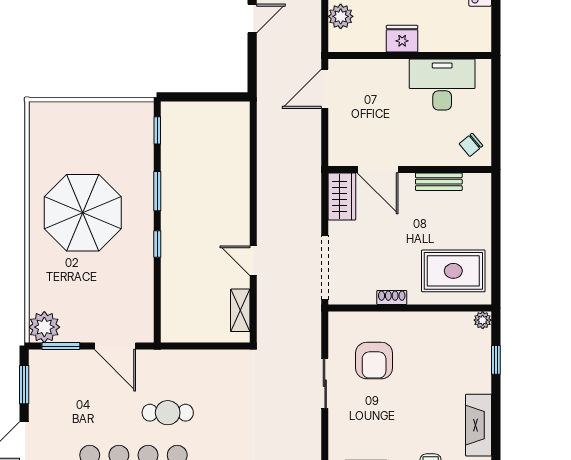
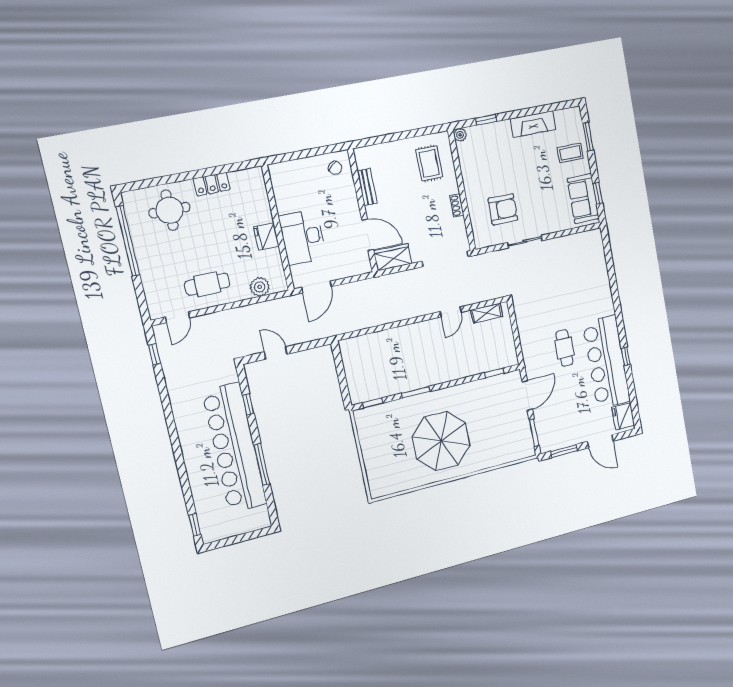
desk: (442, 85) -> (303, 237), moved
door: (325, 89) -> (317, 287), hinge flipped
door: (378, 169) -> (368, 235), hinge flipped
window: (157, 244) -> (494, 373), moved
rug: (453, 271) -> (429, 163), width x0.73, depth x0.70
plant: (44, 327) -> (524, 447), removed

